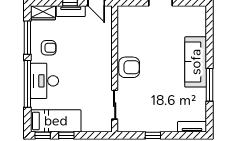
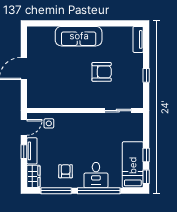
side table: (101, 30) -> (49, 123), added
armchair: (129, 67) -> (102, 72), moved, turned 90
desk: (45, 81) -> (96, 175), width x0.73
window: (210, 85) -> (100, 23), removed

